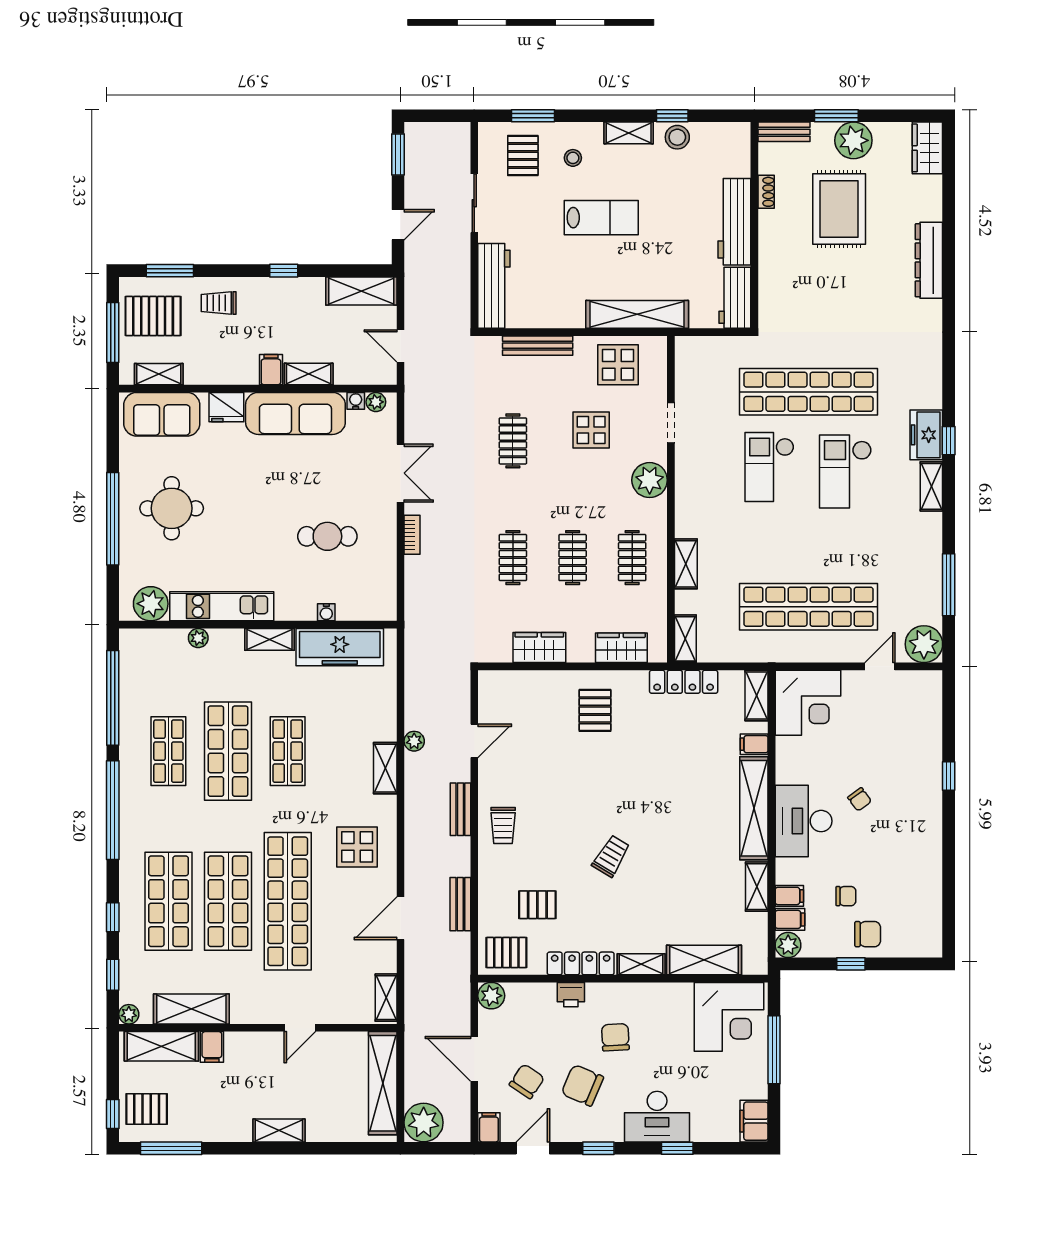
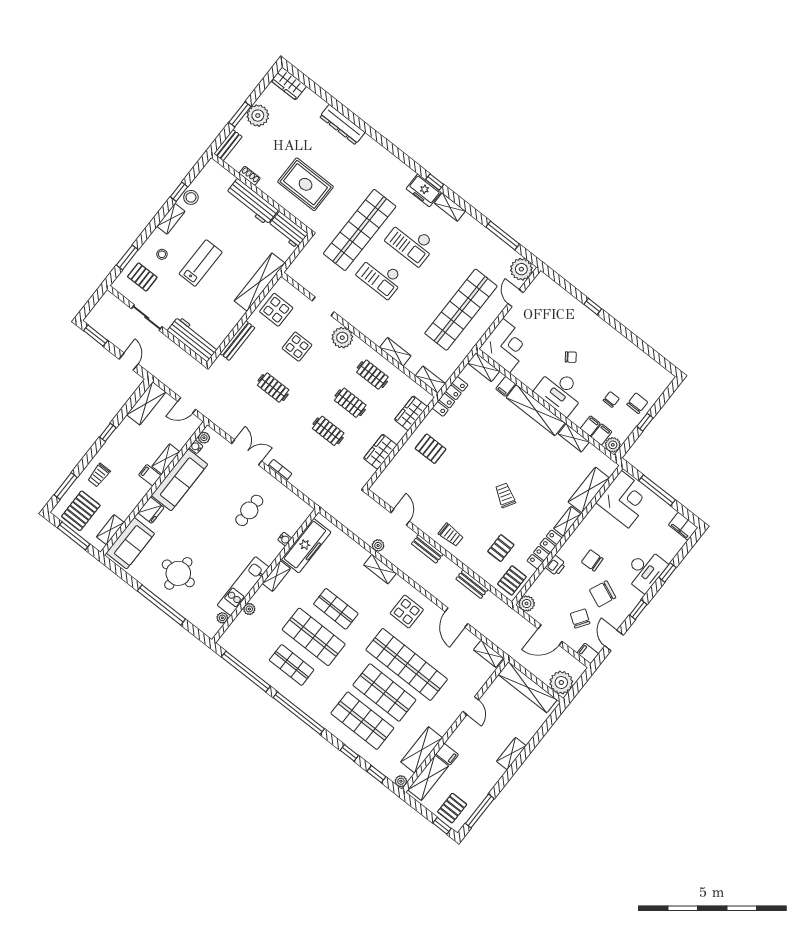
rug: (839, 209) -> (306, 184), moved
plant: (151, 604) -> (222, 618), width x0.53, depth x0.53

